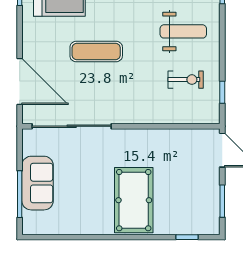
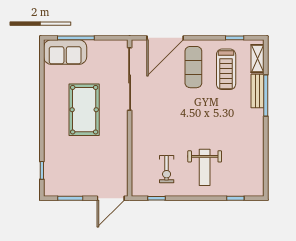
exercise mat: (96, 52) -> (193, 67), moved
sofa: (38, 183) -> (65, 52), moved
pool table: (134, 200) -> (84, 110), moved, turned 90

